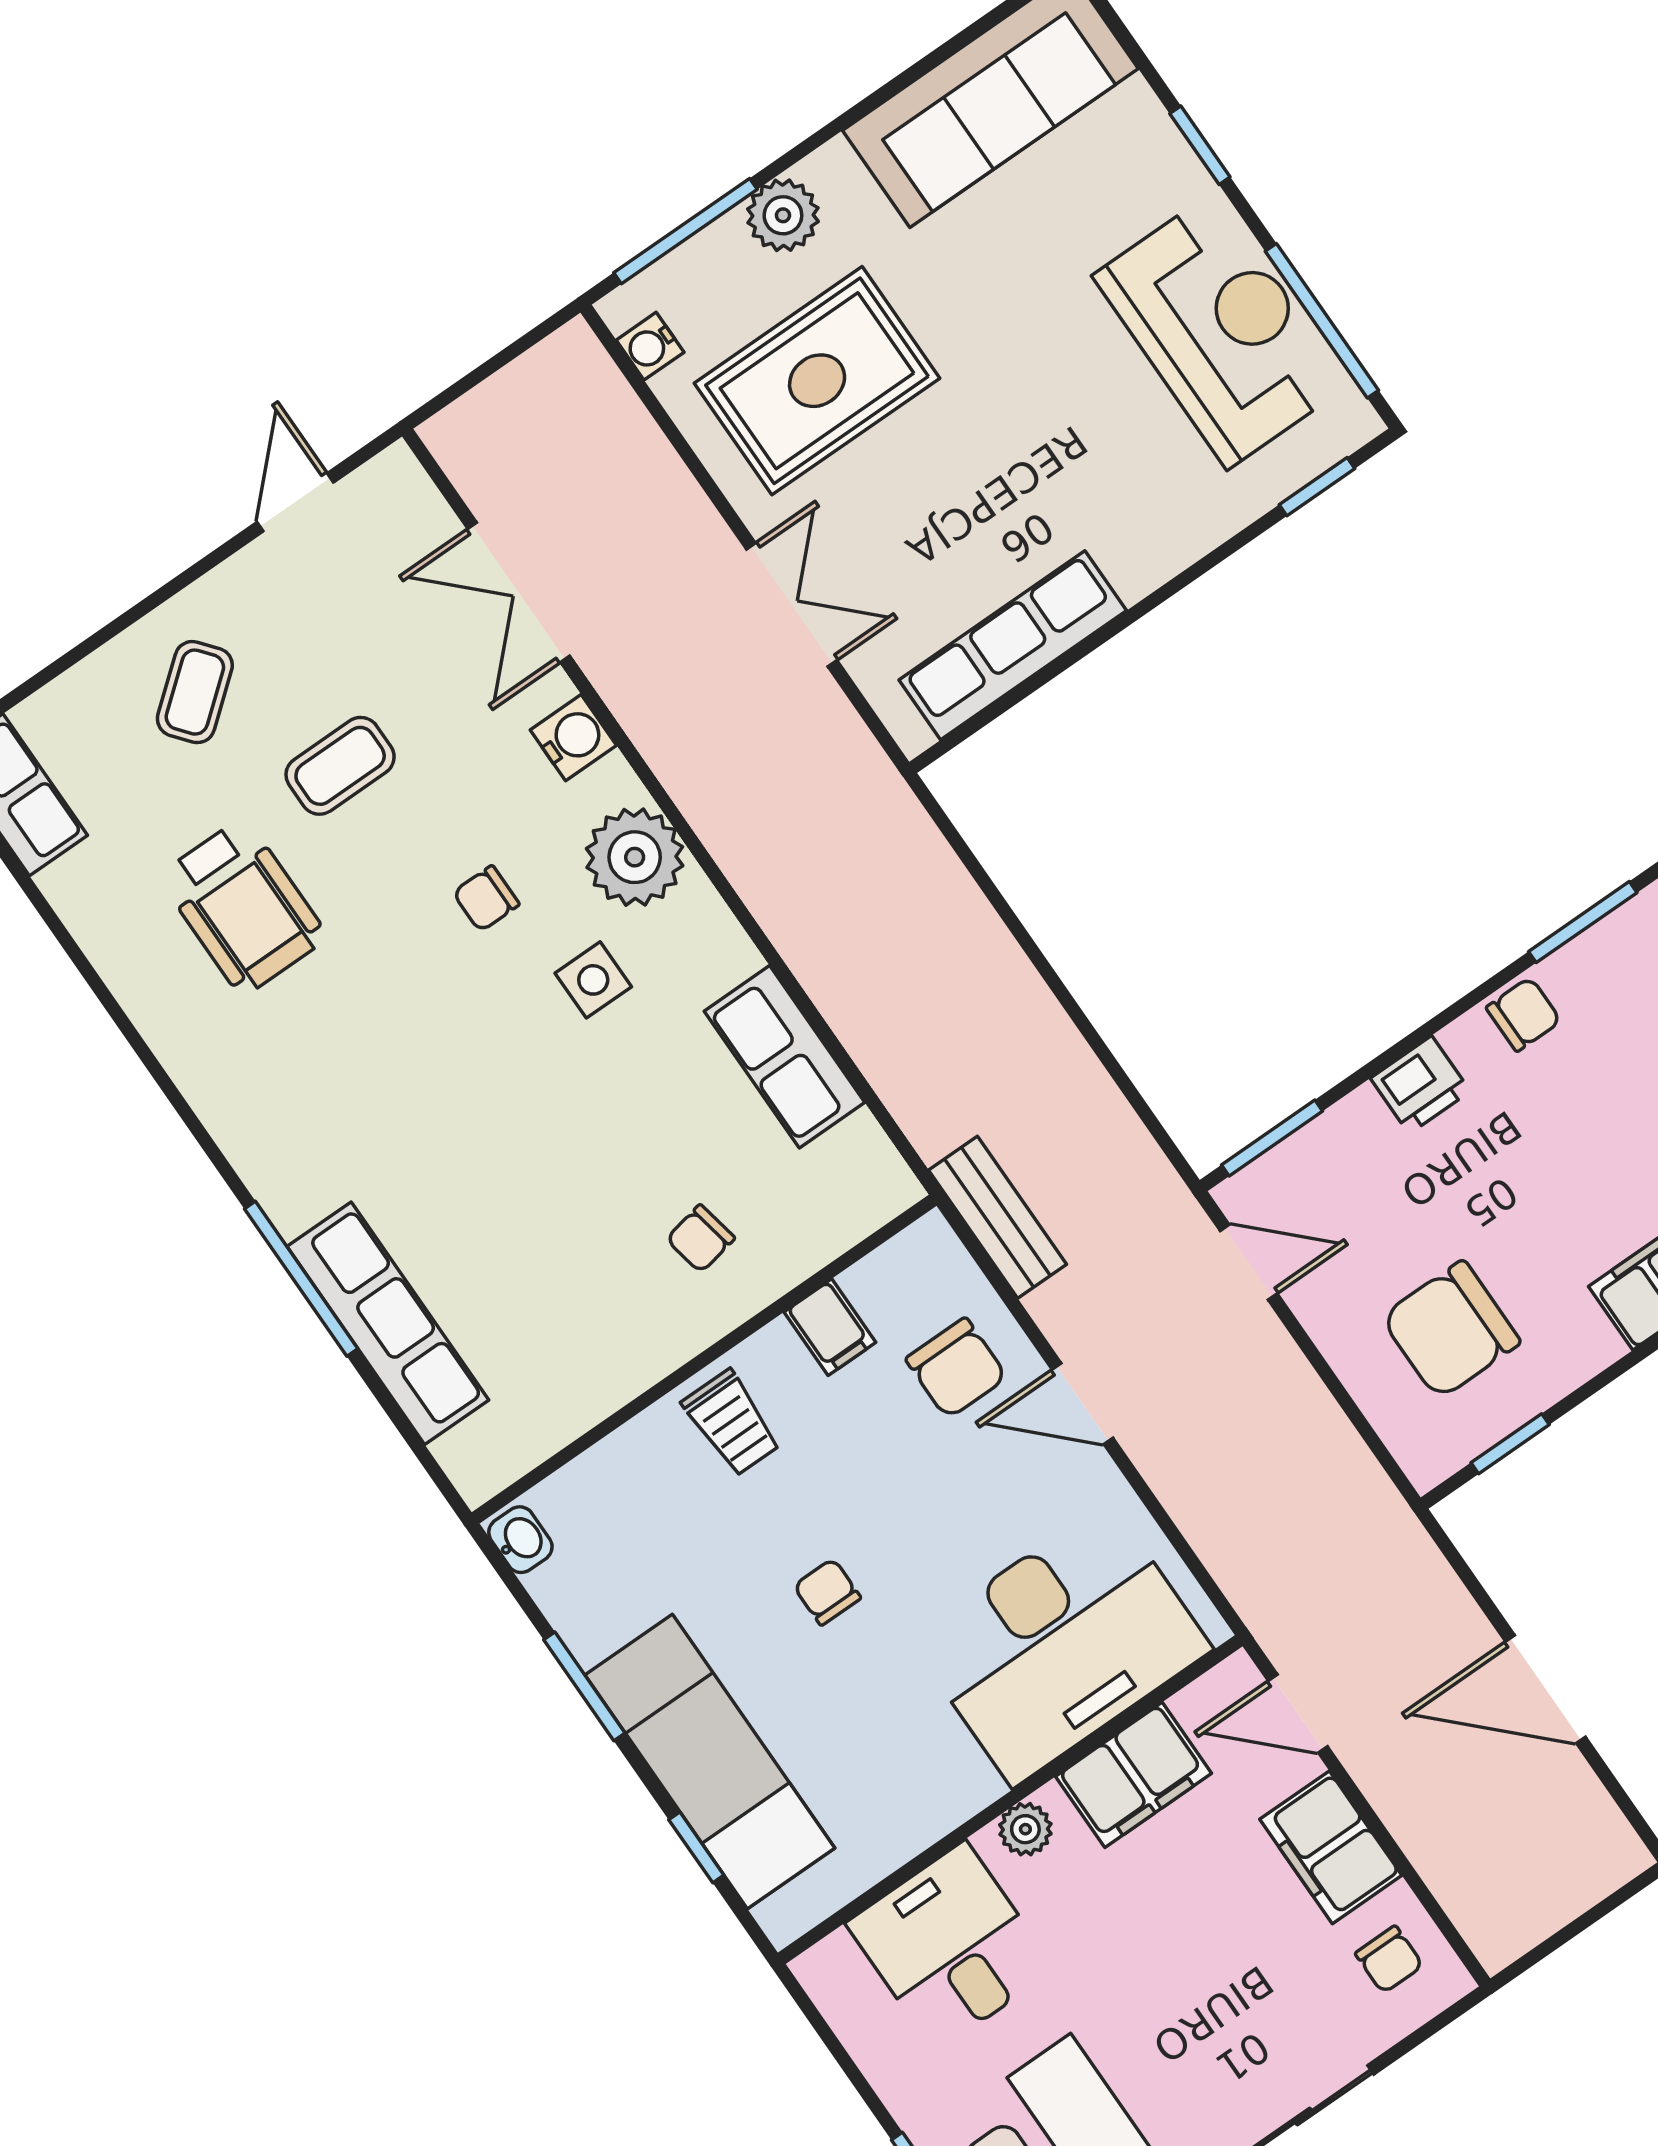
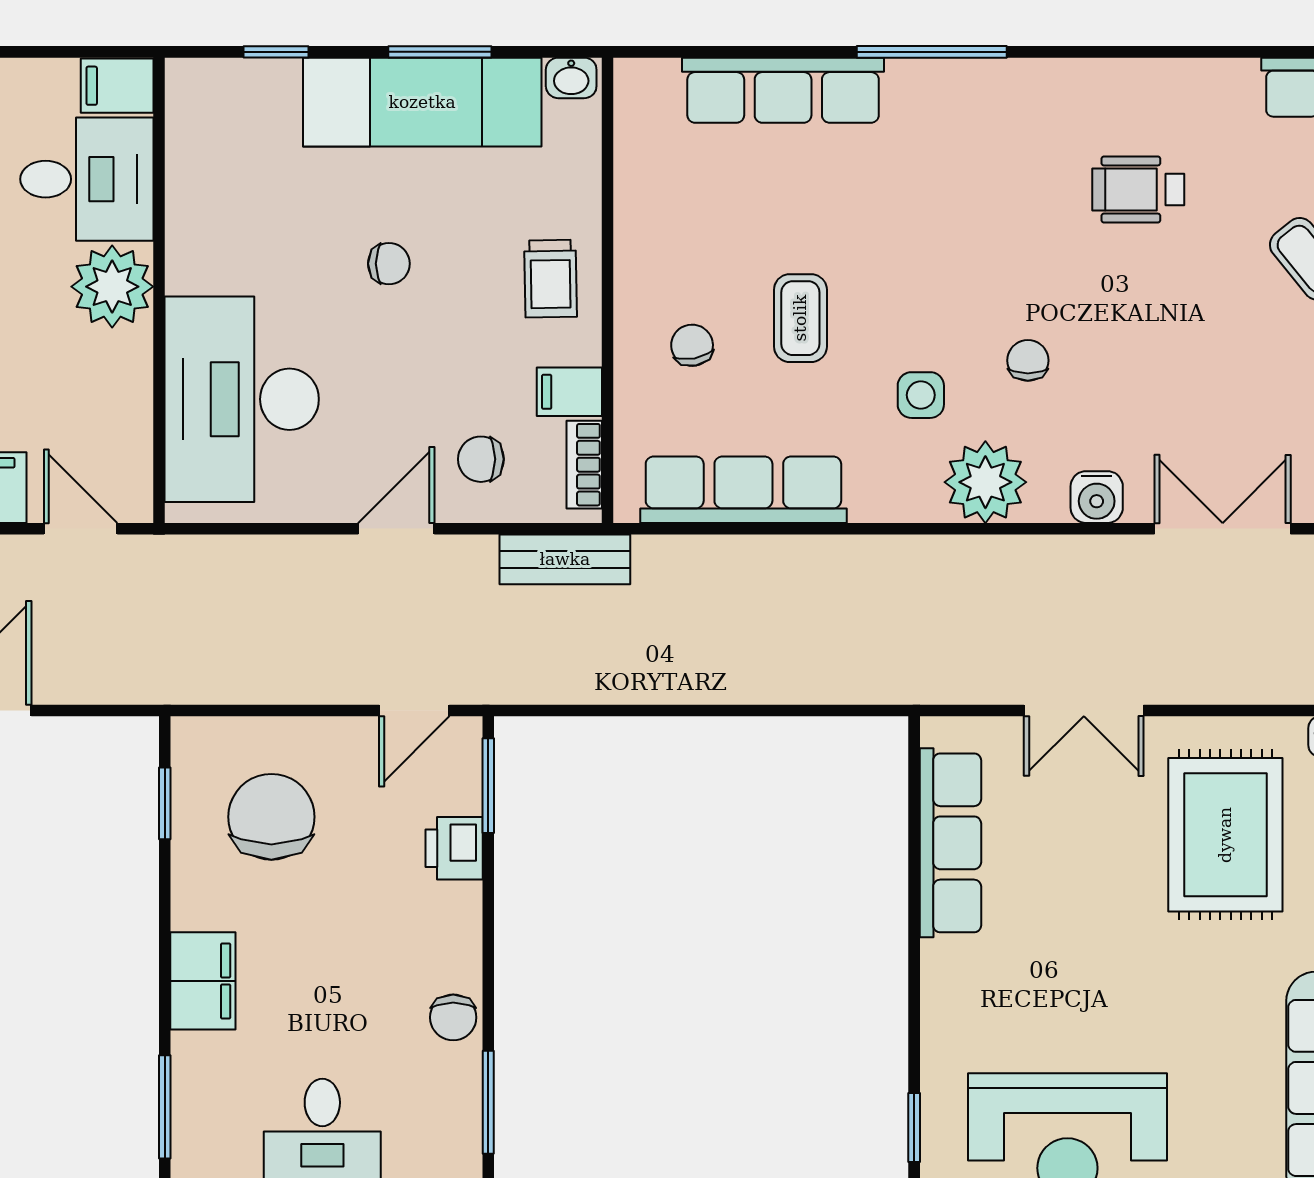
coffee table: (340, 766) -> (800, 318), moved
wheelchair: (243, 907) -> (1138, 189), width x0.73, depth x0.73
row of seats: (784, 1057) -> (743, 490), width x1.48
printer: (1420, 1085) -> (454, 848), moved
bookcase: (891, 1263) -> (584, 465), added
window: (301, 1279) -> (932, 52), moved
chair: (956, 1368) -> (481, 459), width x0.73, depth x0.73
trolley: (732, 1423) -> (551, 279), turned -91
door: (1298, 1714) -> (81, 529), hinge flipped
exam couch: (710, 1762) -> (422, 102), moved
filing cabinet: (1133, 1775) -> (117, 86), moved, width x0.50
plant: (1025, 1829) -> (112, 287), width x1.88, depth x1.88

